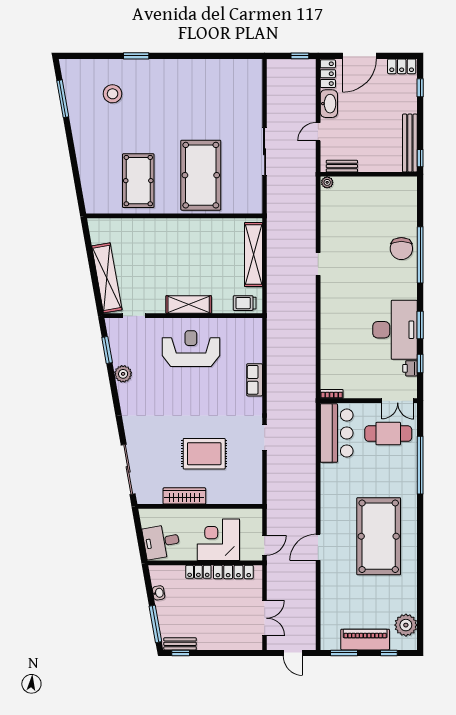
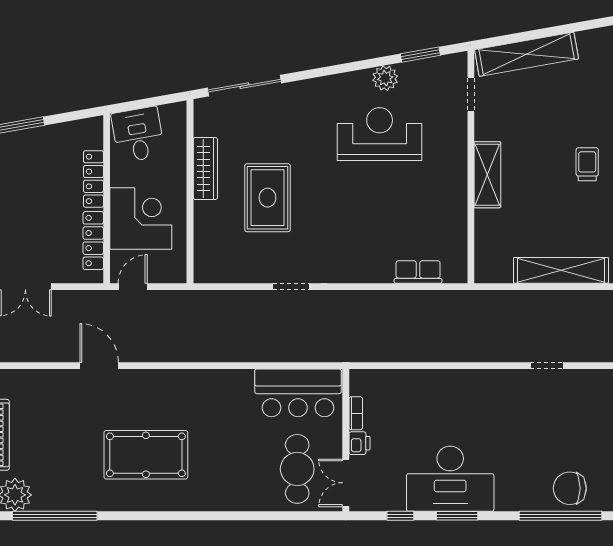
trolley: (245, 303) -> (587, 164), moved
reception desk: (191, 349) -> (380, 134), moved, turned -90
printer: (410, 368) -> (360, 443), moved, turned 90
row of seats: (255, 380) -> (418, 272), moved
bookcase: (332, 394) -> (356, 413), moved
window: (420, 465) -> (55, 516), moved
pool table: (379, 536) -> (146, 455), width x0.73, depth x0.76
door: (265, 545) -> (133, 287), swing flipped
door: (318, 547) -> (99, 366), moved
locker: (198, 572) -> (93, 179), width x1.53
washbasin: (159, 593) -> (62, 131), removed

